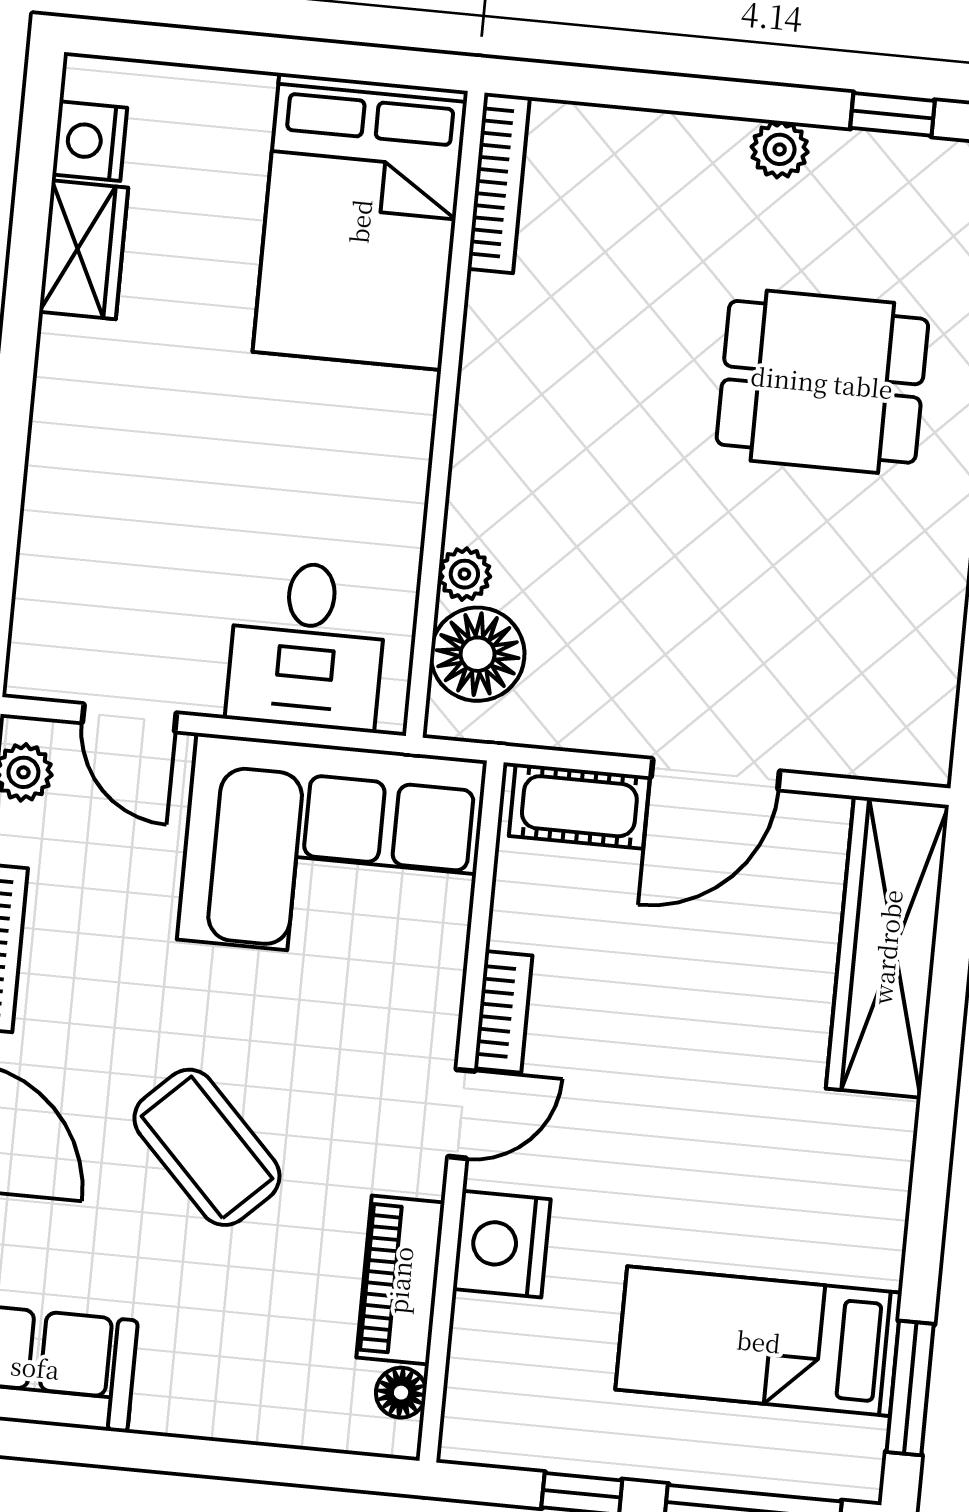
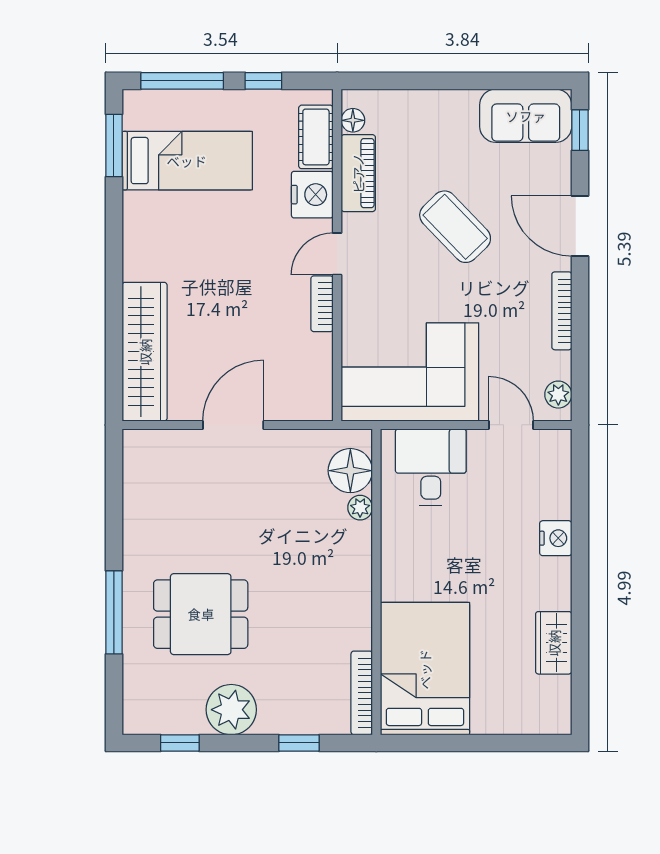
window: (641, 90) -> (299, 743), added
nightstand: (90, 141) -> (556, 538), moved
plant: (780, 149) -> (231, 710), width x1.88, depth x1.88
cot: (579, 806) -> (316, 137), moved, turned 90

